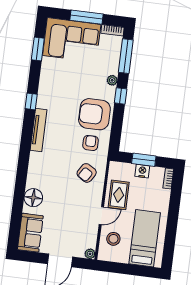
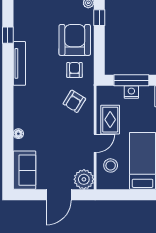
armchair: (94, 114) -> (75, 40), turned 90
window: (144, 160) -> (131, 80), width x1.44
floor lamp: (33, 198) -> (18, 134), width x0.53, depth x0.53
plant: (90, 254) -> (84, 179), width x1.88, depth x1.88

